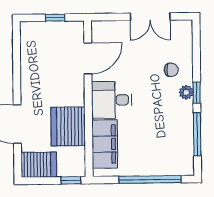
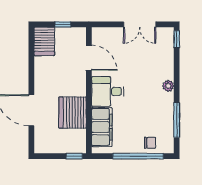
door: (88, 58) -> (89, 58), hinge flipped
chair: (171, 70) -> (150, 143), moved
window: (197, 93) -> (177, 39), moved
server rack: (39, 165) -> (44, 41), moved, turned 90

